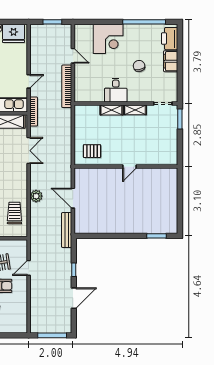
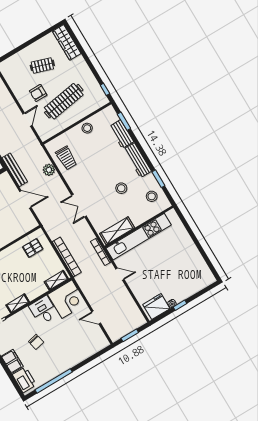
corner desk: (108, 39) -> (67, 299), moved, turned 180
door: (29, 81) -> (120, 274), swing flipped
bookcase: (67, 86) -> (67, 257), moved
shelving: (111, 110) -> (56, 280), moved
double door: (29, 151) -> (79, 206), moved
plant: (36, 196) -> (49, 170), moved

